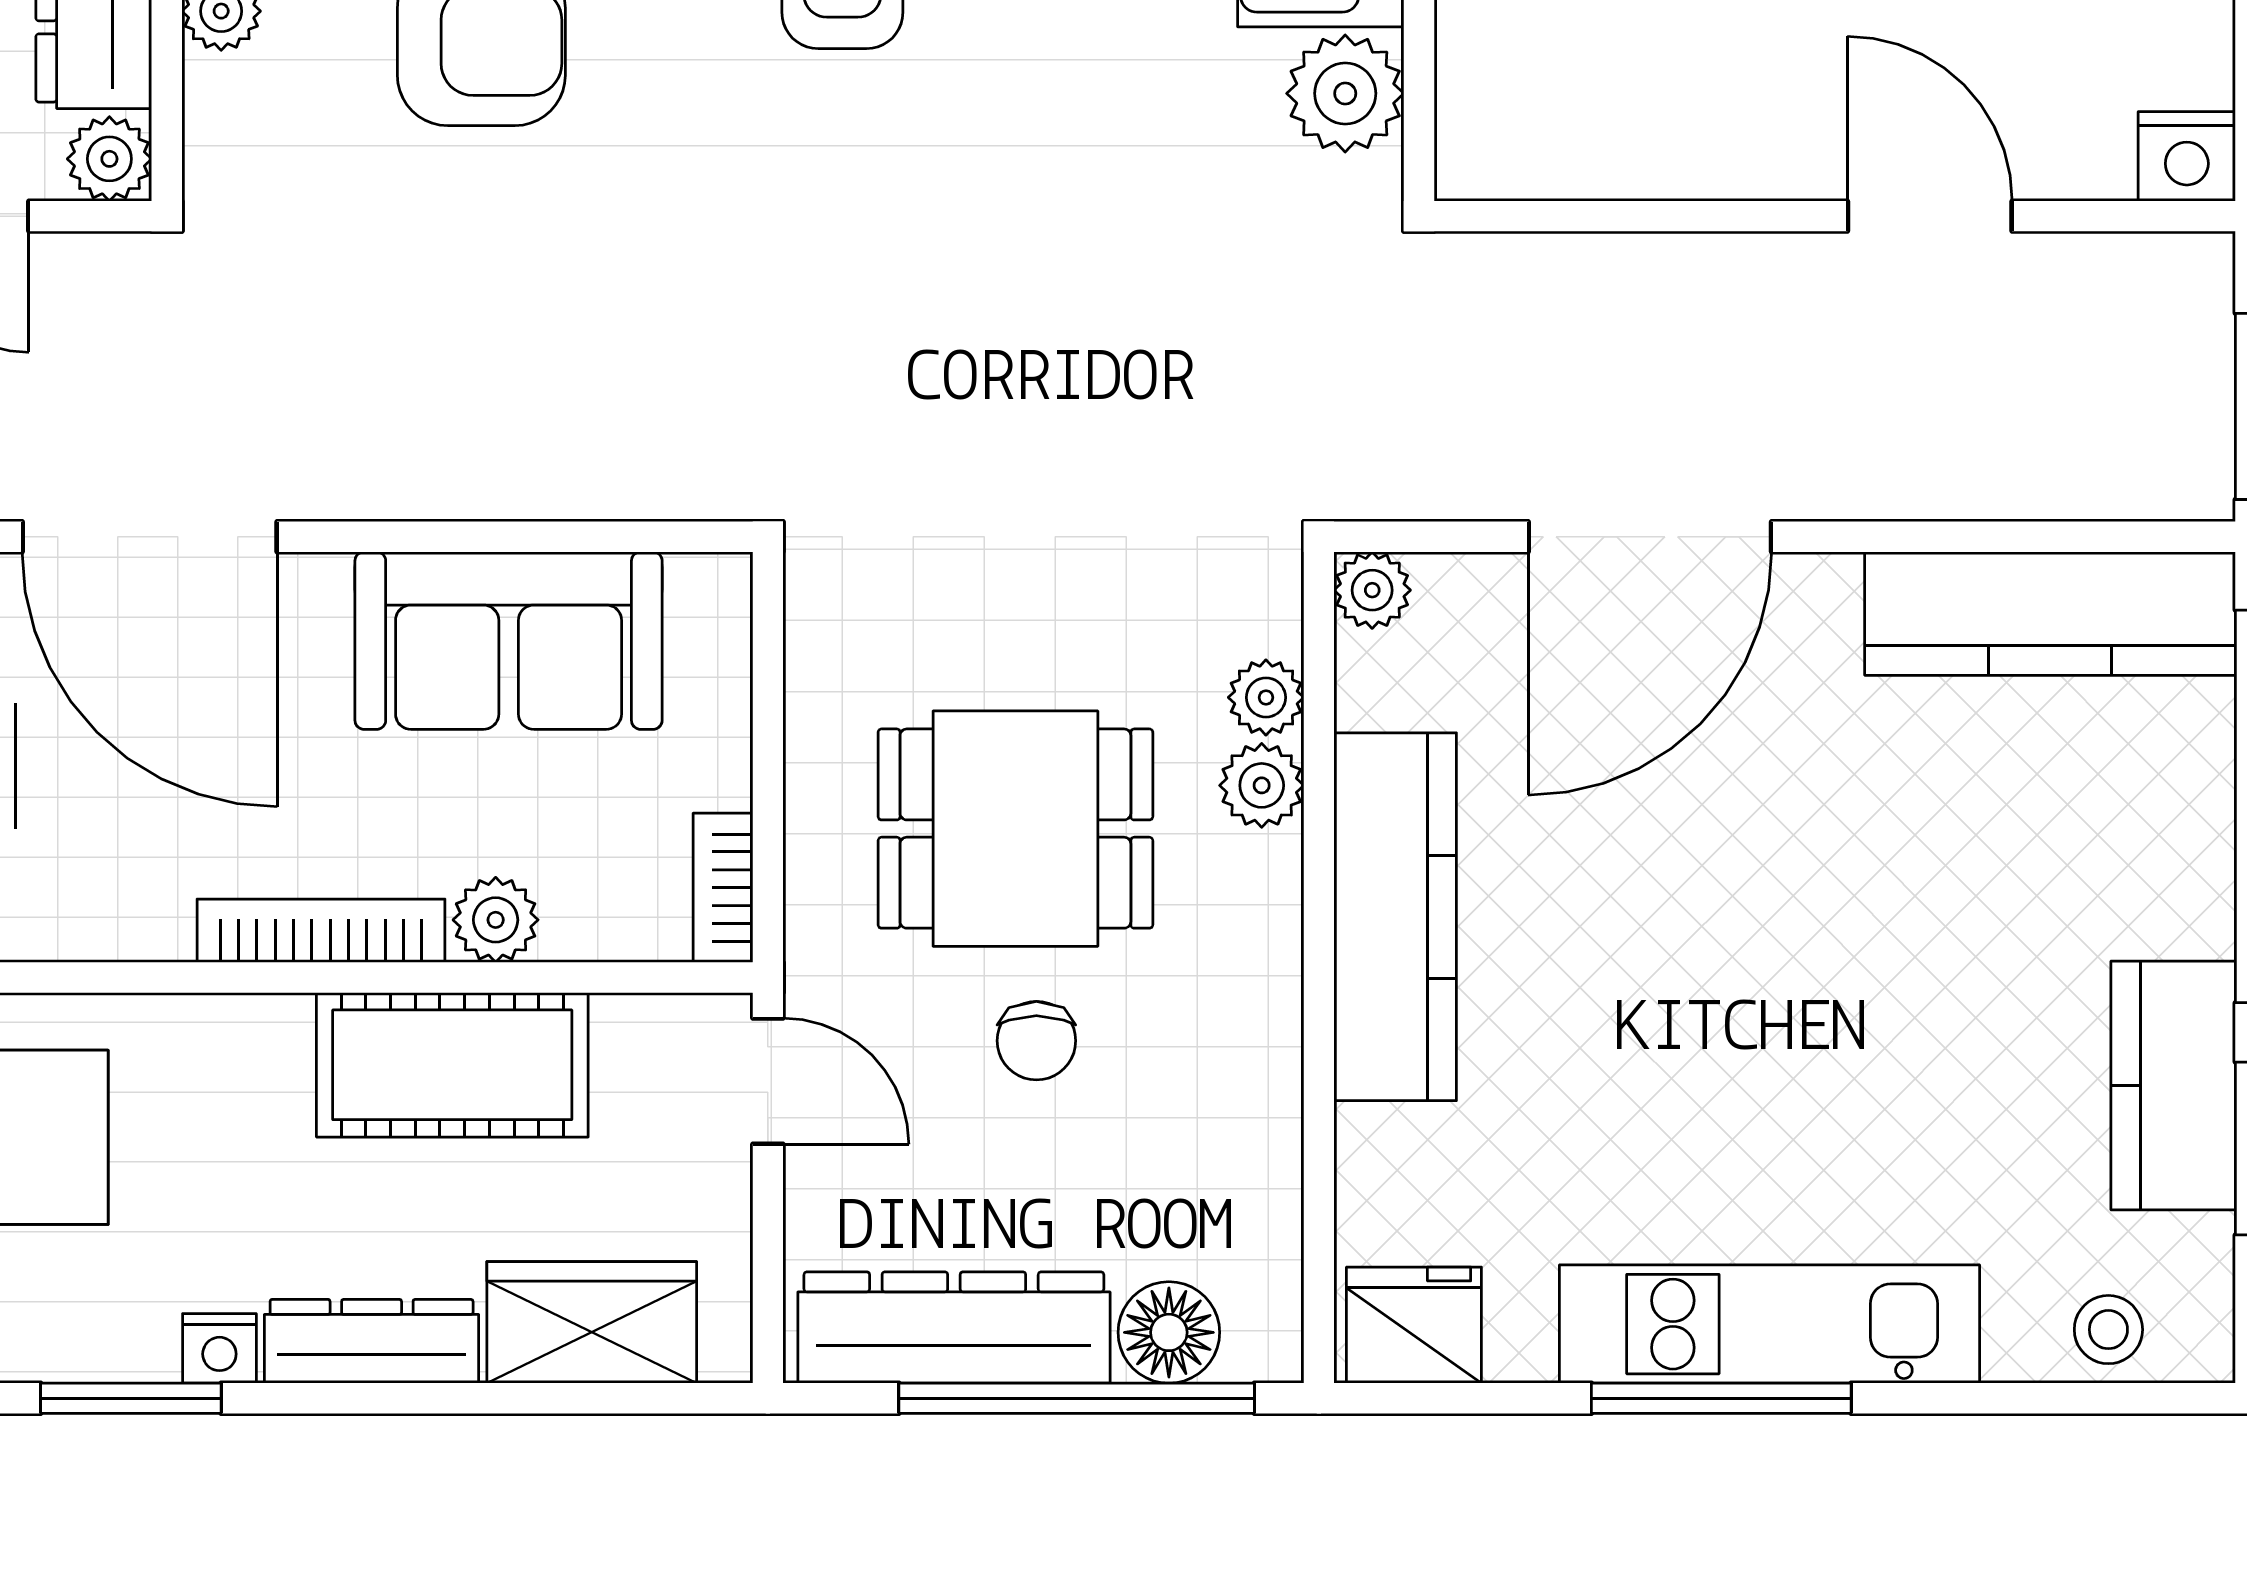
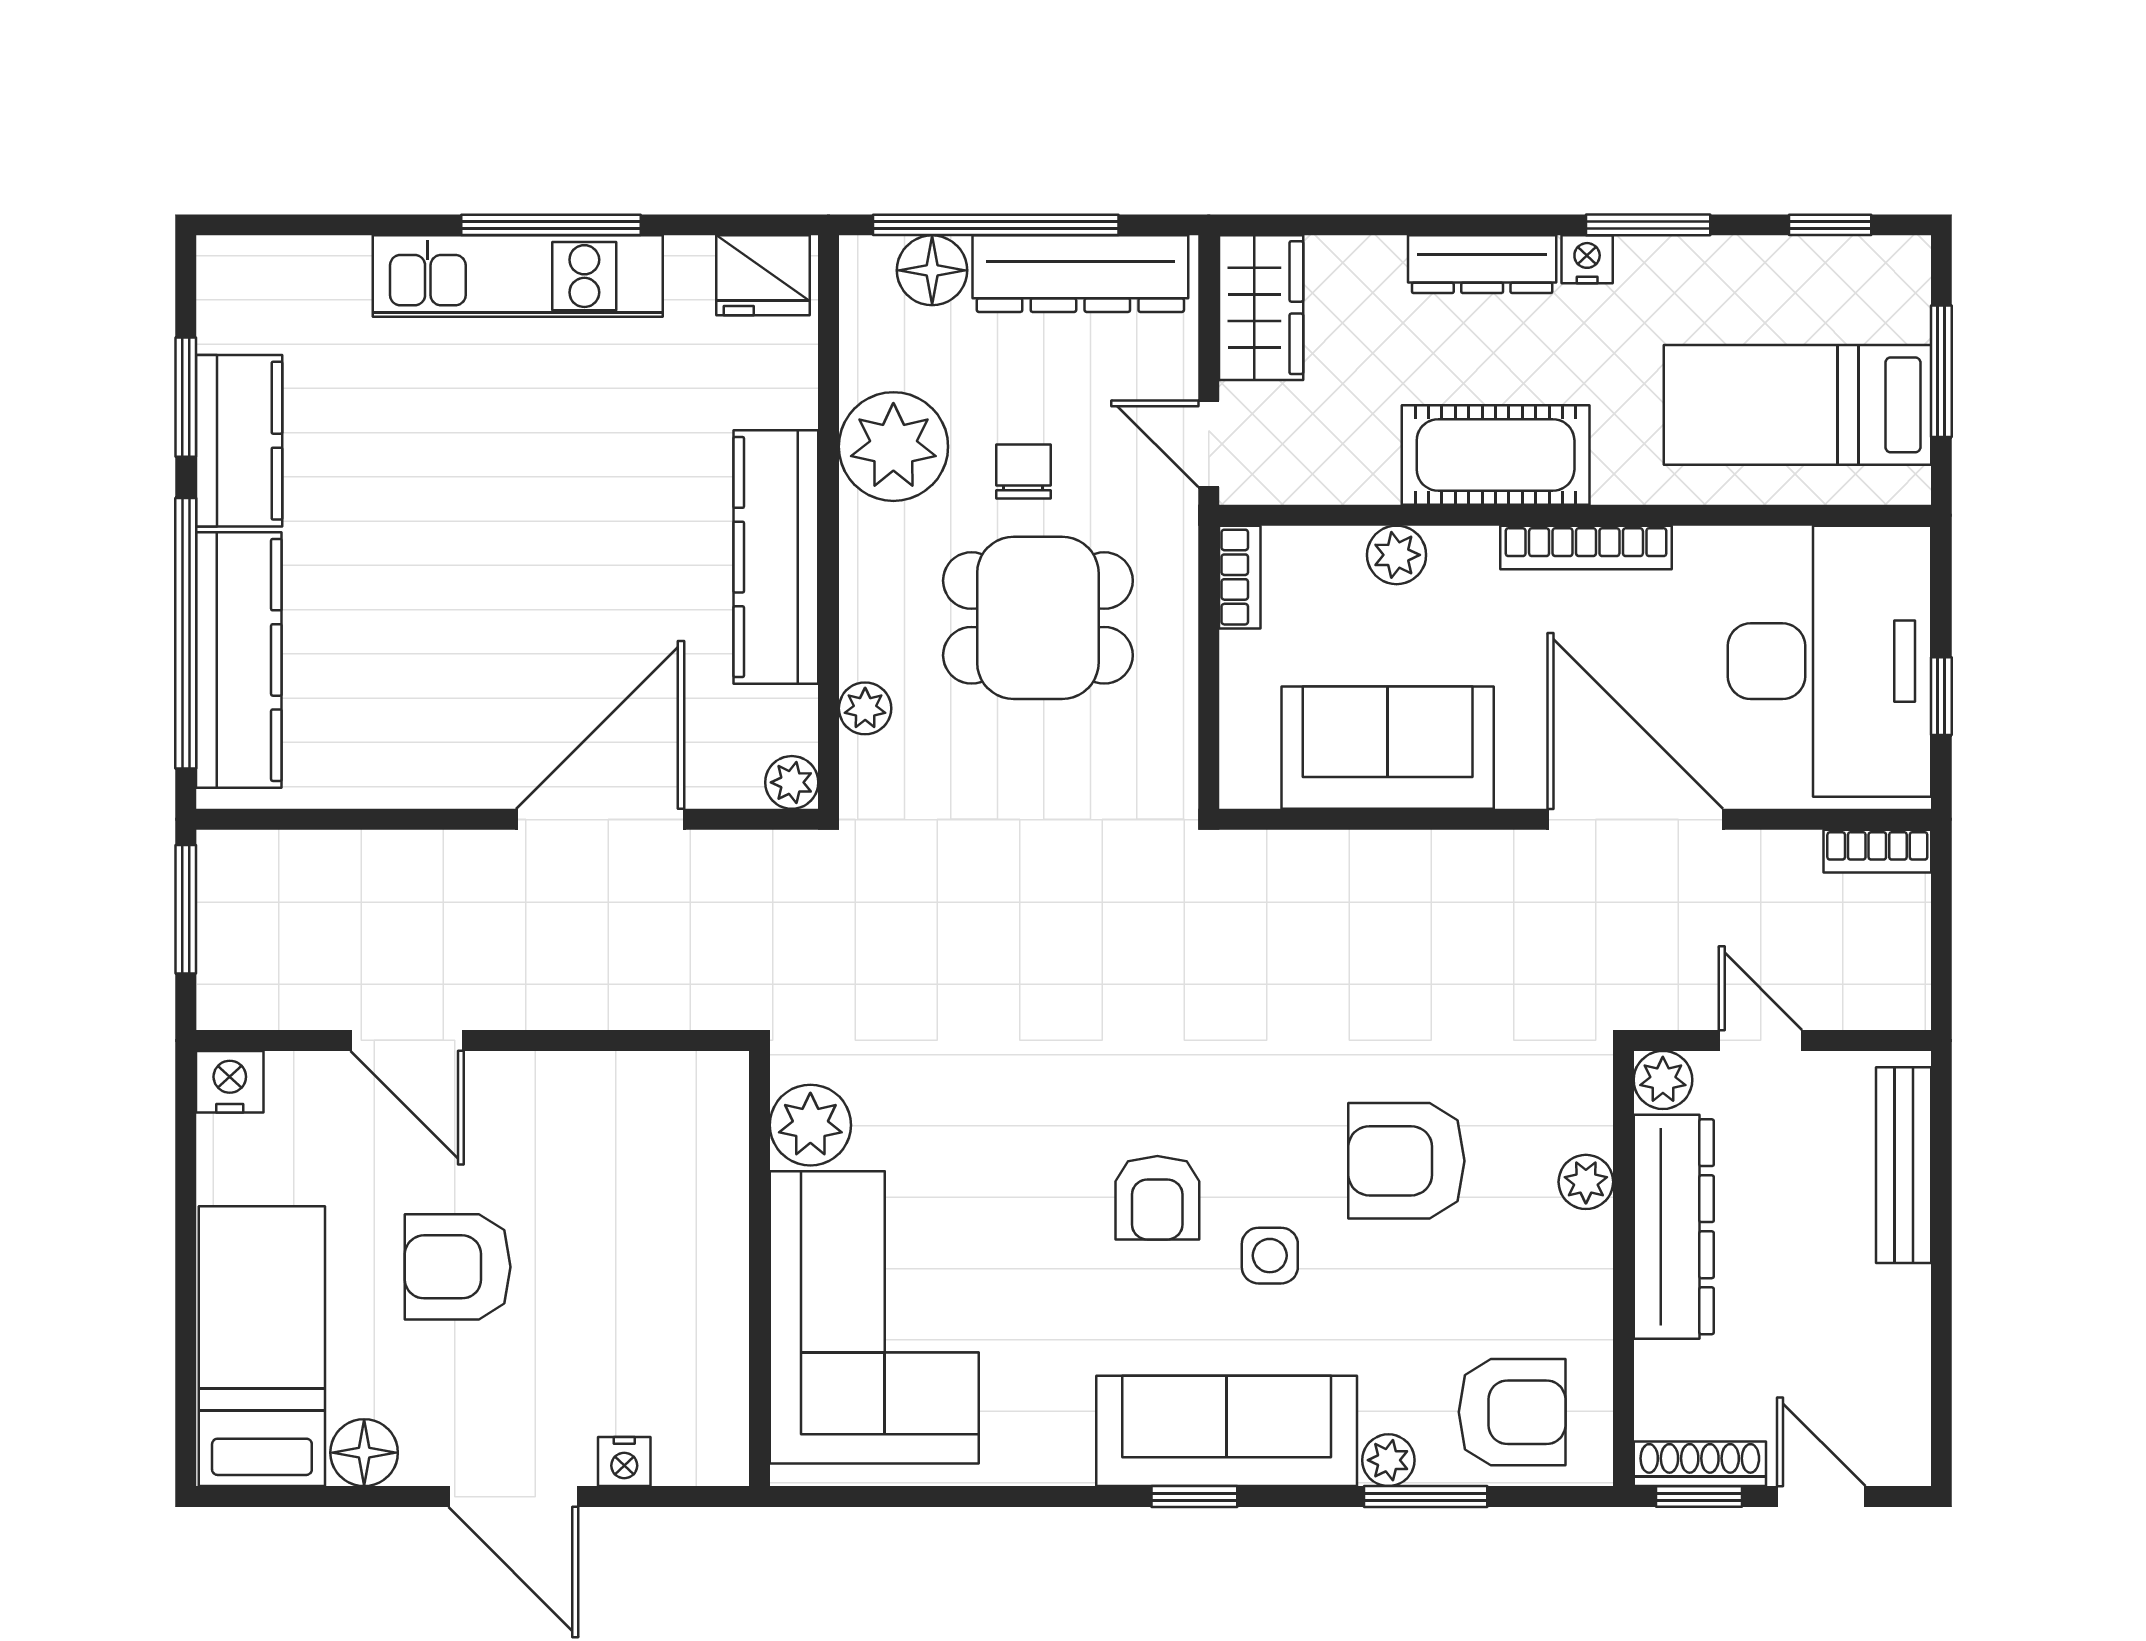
kitchen counter: (2050, 614) -> (239, 660), moved, turned 90
plant: (1262, 785) -> (893, 447), moved, width x1.88, depth x1.88
bookcase: (321, 931) -> (1586, 547), moved
cot: (452, 1065) -> (1496, 455), moved
wardrobe: (592, 1322) -> (1261, 308), moved, turned -90
stool: (2108, 1330) -> (284, 272), removed

